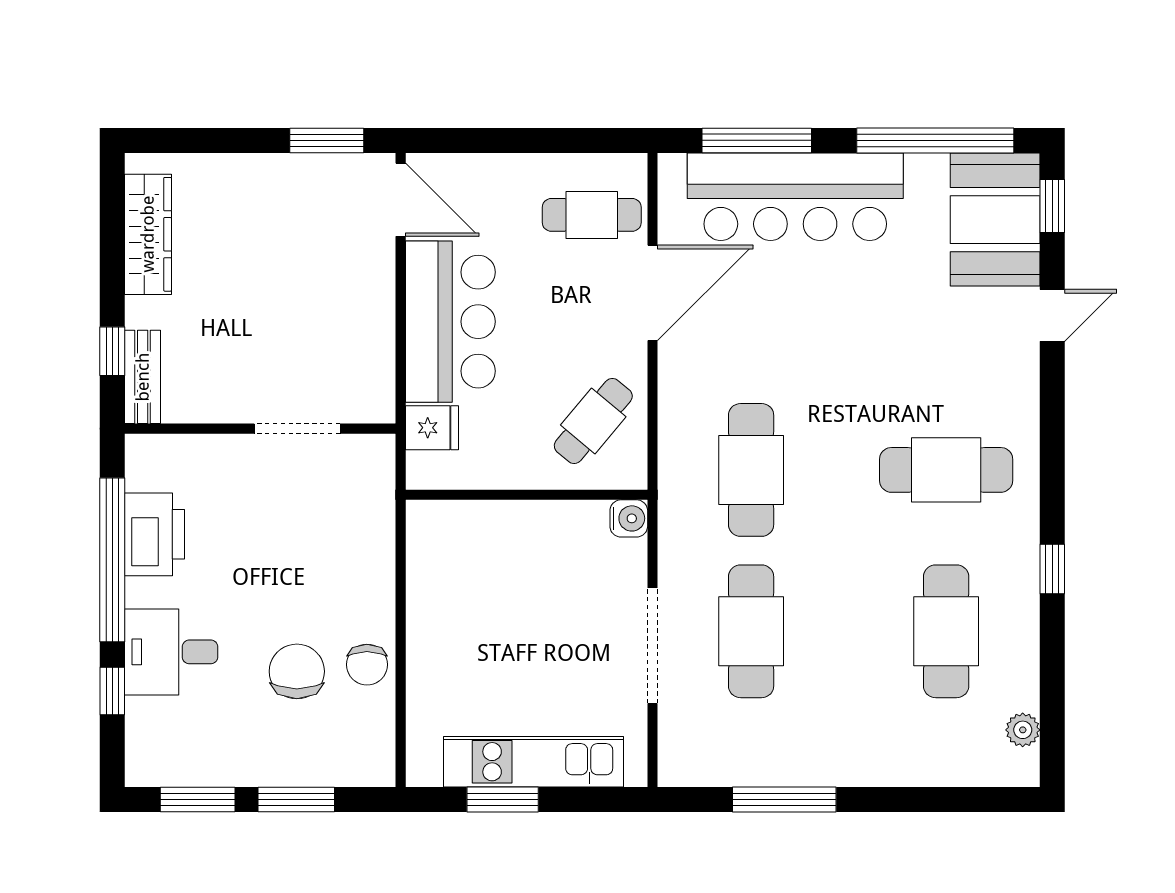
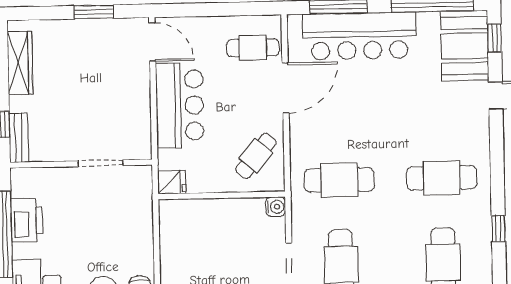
window: (327, 140) -> (94, 12), moved
fridge: (432, 428) -> (172, 182), moved
cafe table: (751, 470) -> (339, 180), turned 90

